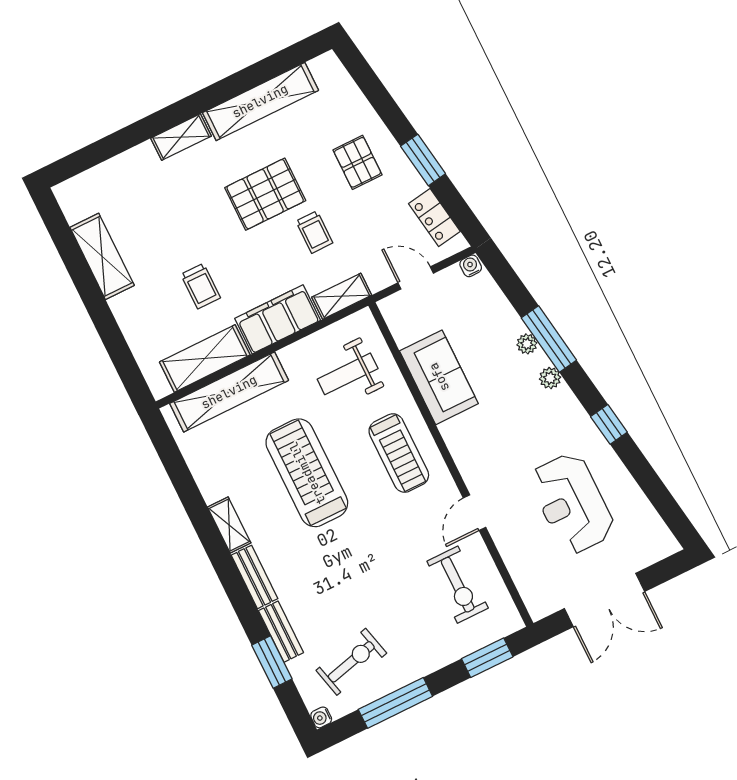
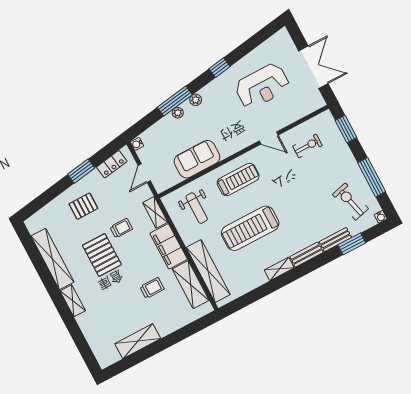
exercise bike: (458, 585) -> (307, 146), width x0.73, depth x0.72

